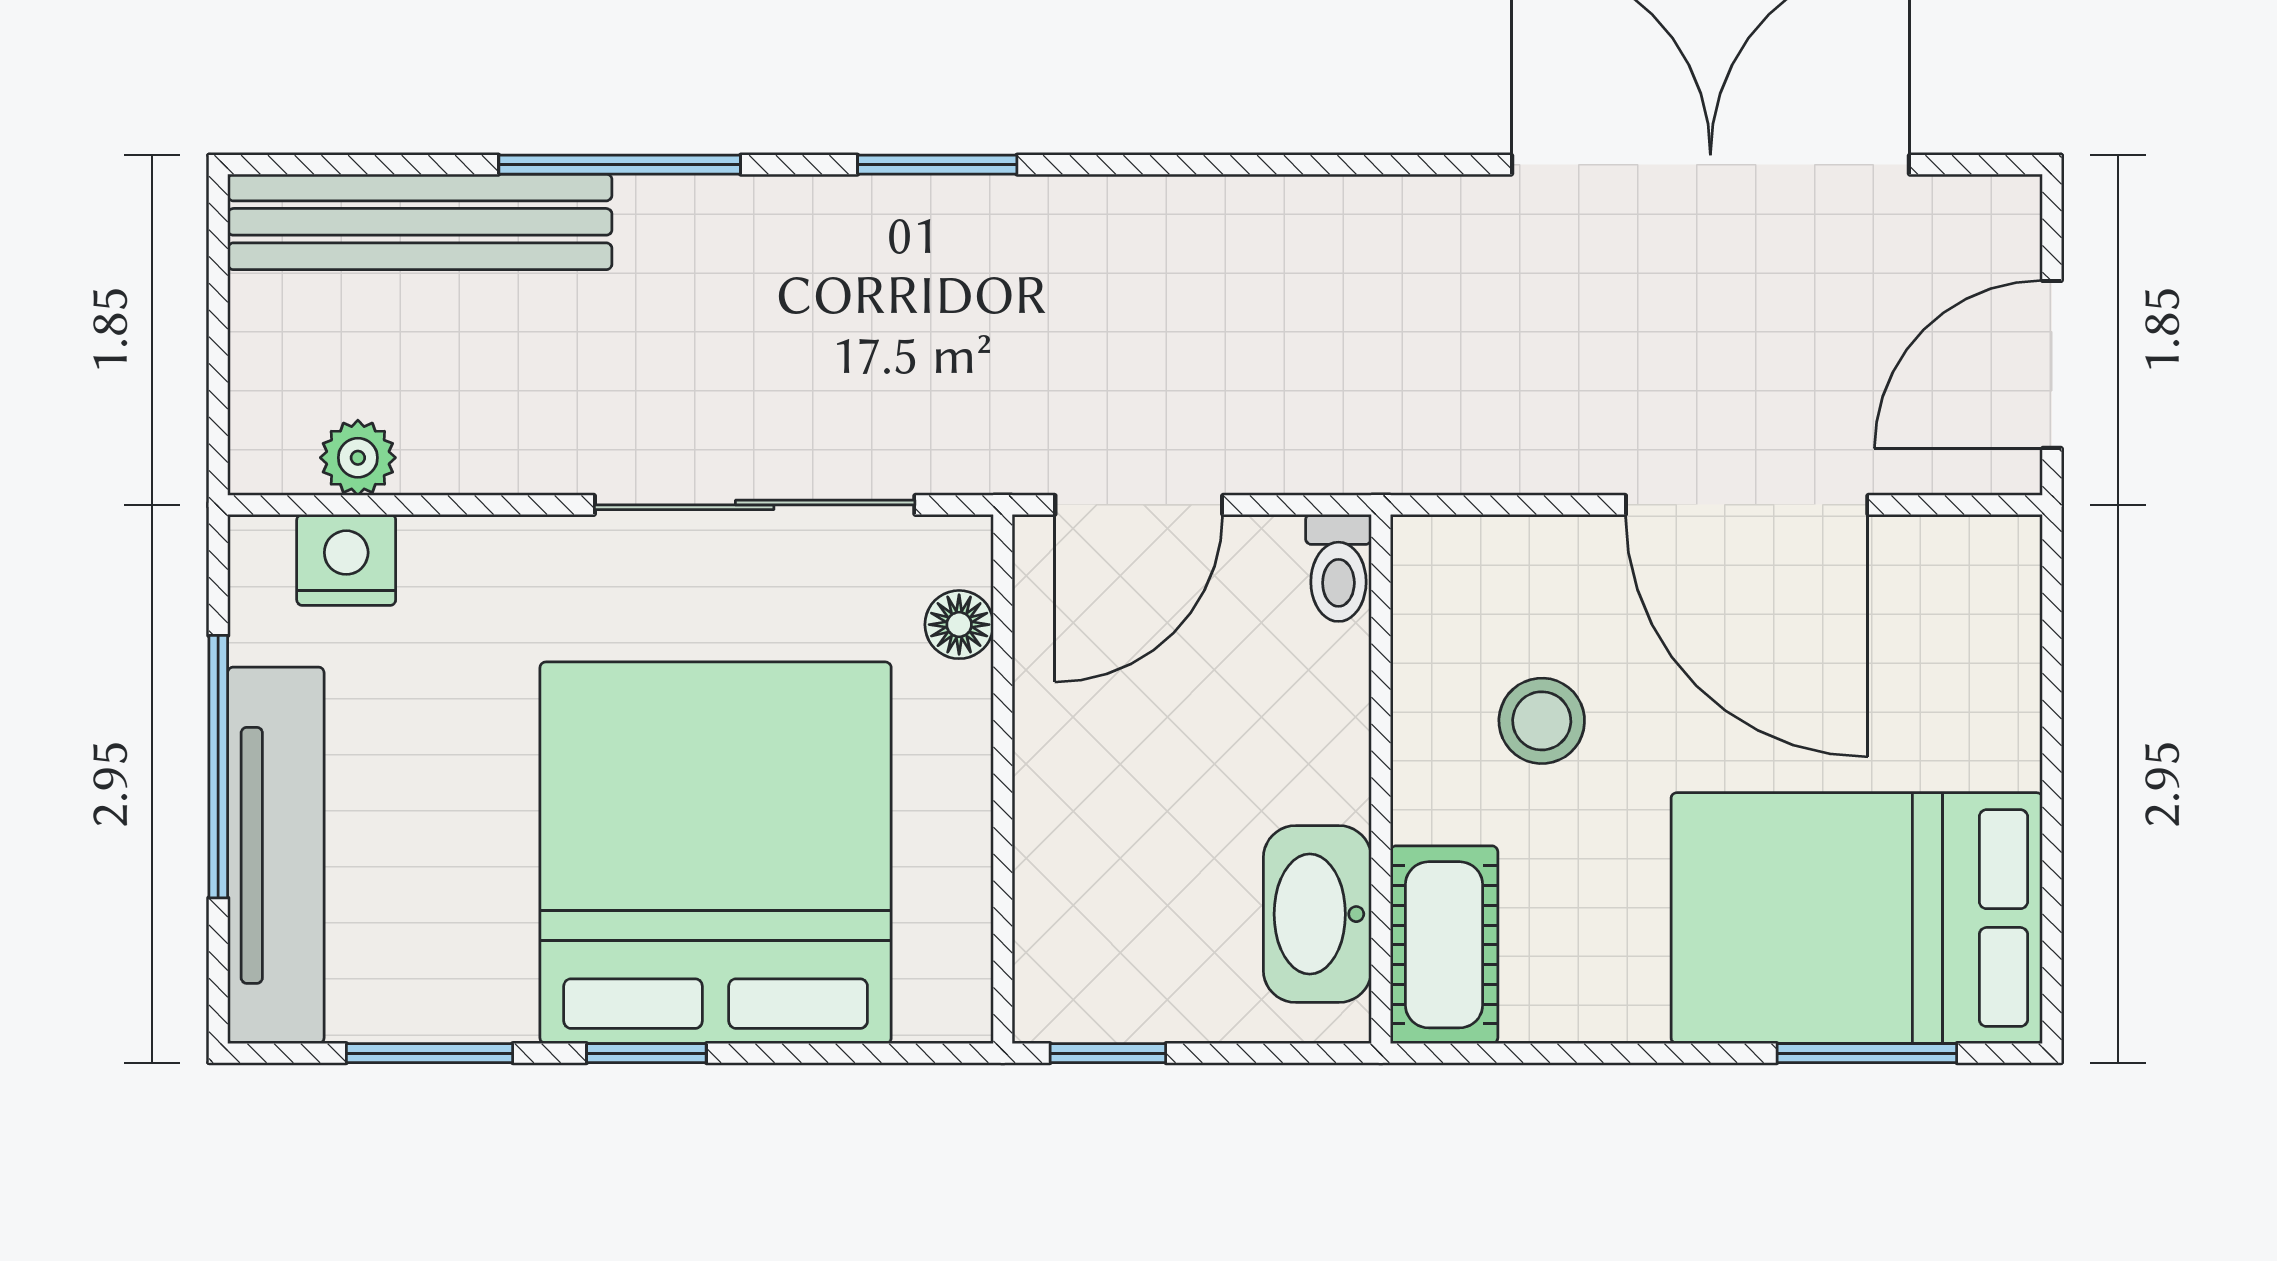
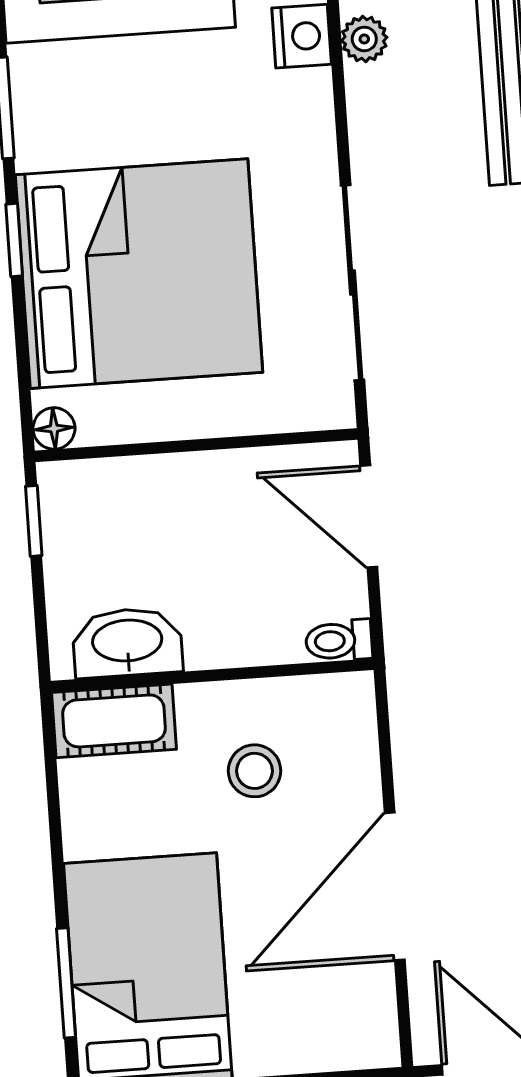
floor lamp: (959, 625) -> (54, 428), moved

